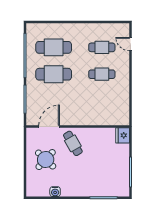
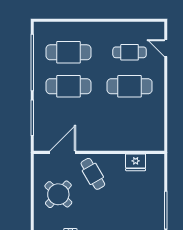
cafe table: (102, 74) -> (130, 86), width x1.37, depth x1.35
fridge: (123, 135) -> (136, 162), moved, turned -90

